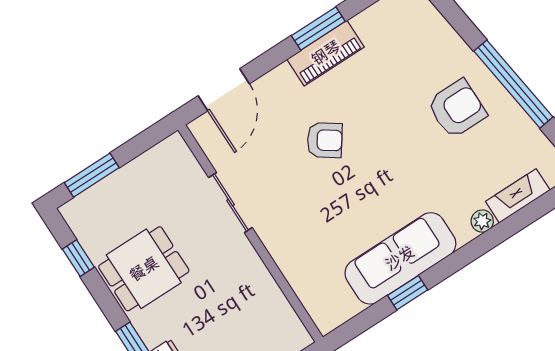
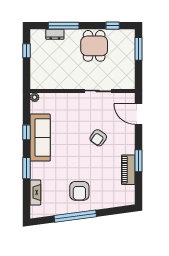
piano: (326, 53) -> (128, 170), moved
plant: (482, 221) -> (35, 97), moved
window: (480, 246) -> (26, 168), added

